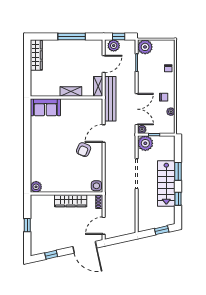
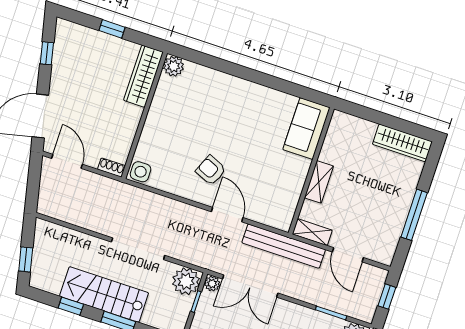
plant: (114, 46) -> (374, 283), removed
wardrobe: (71, 201) -> (143, 76), moved

